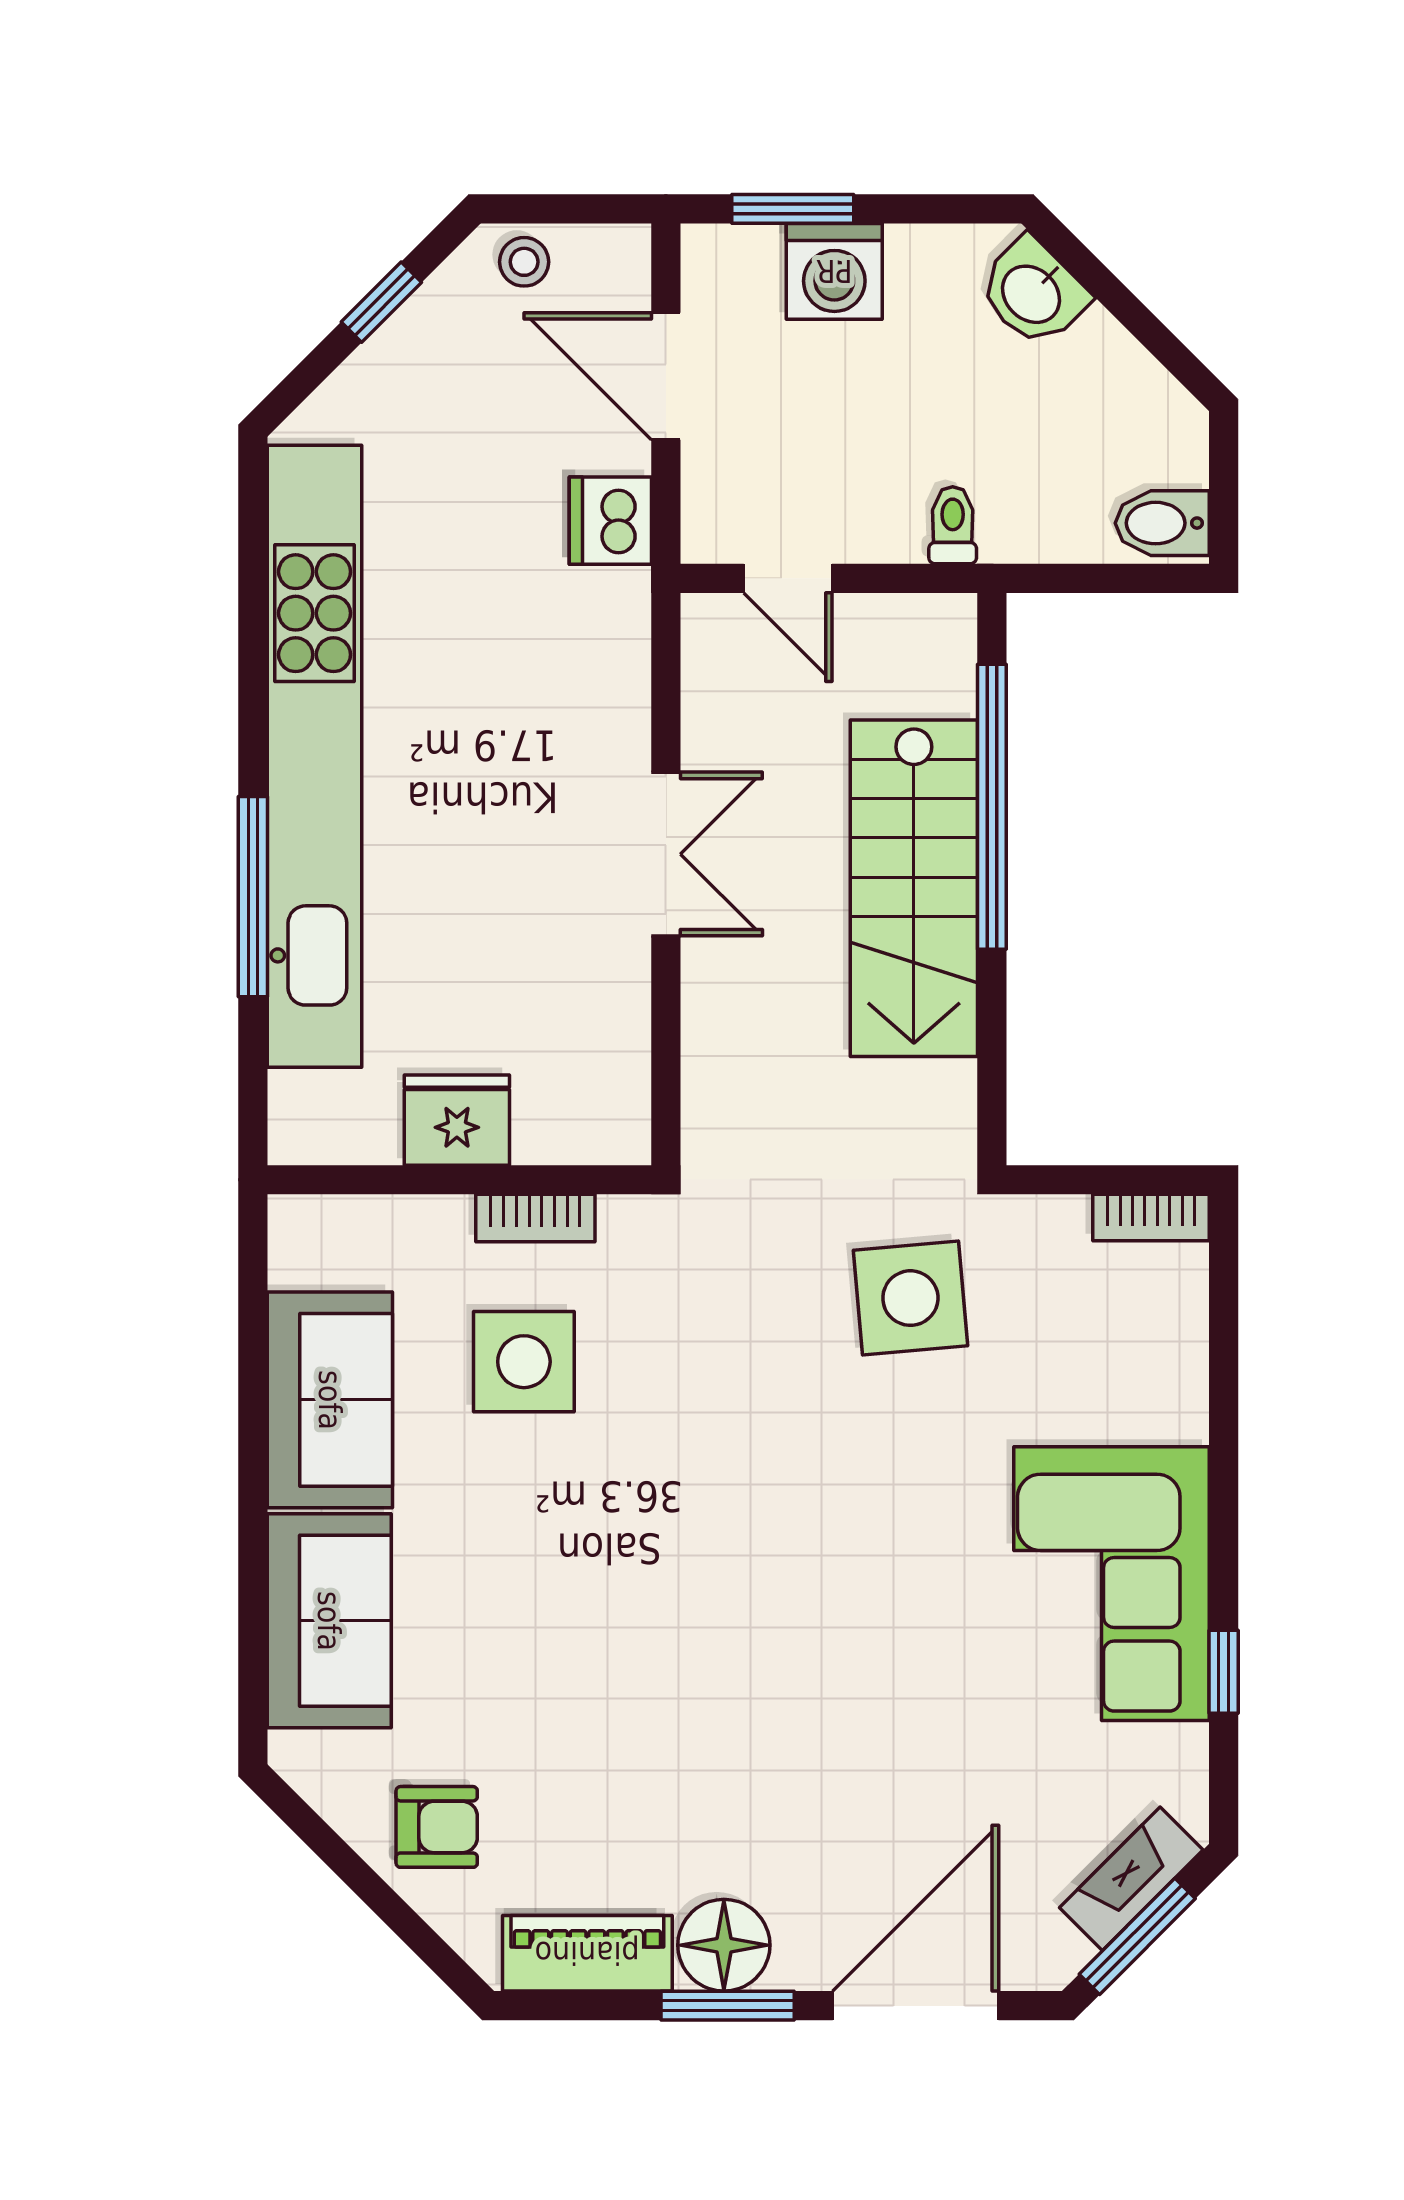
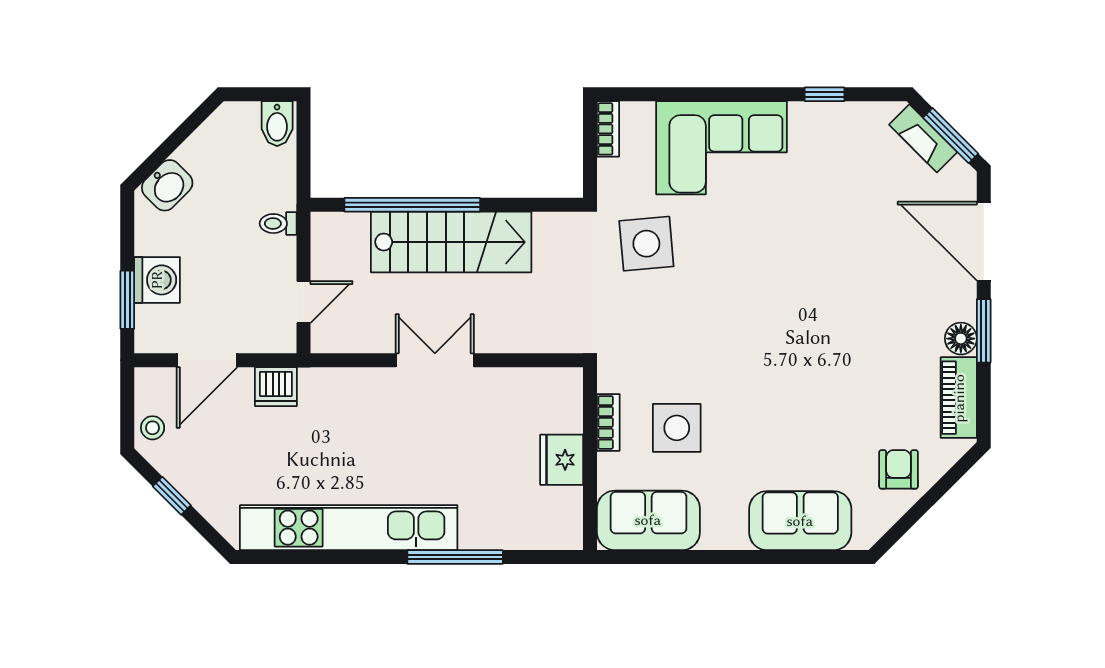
kitchen unit: (315, 756) -> (349, 528), width x0.73
sofa: (330, 1400) -> (648, 520), moved
corner sofa: (1111, 1584) -> (722, 148), moved
floor lamp: (724, 1945) -> (961, 339), width x0.73, depth x0.73

